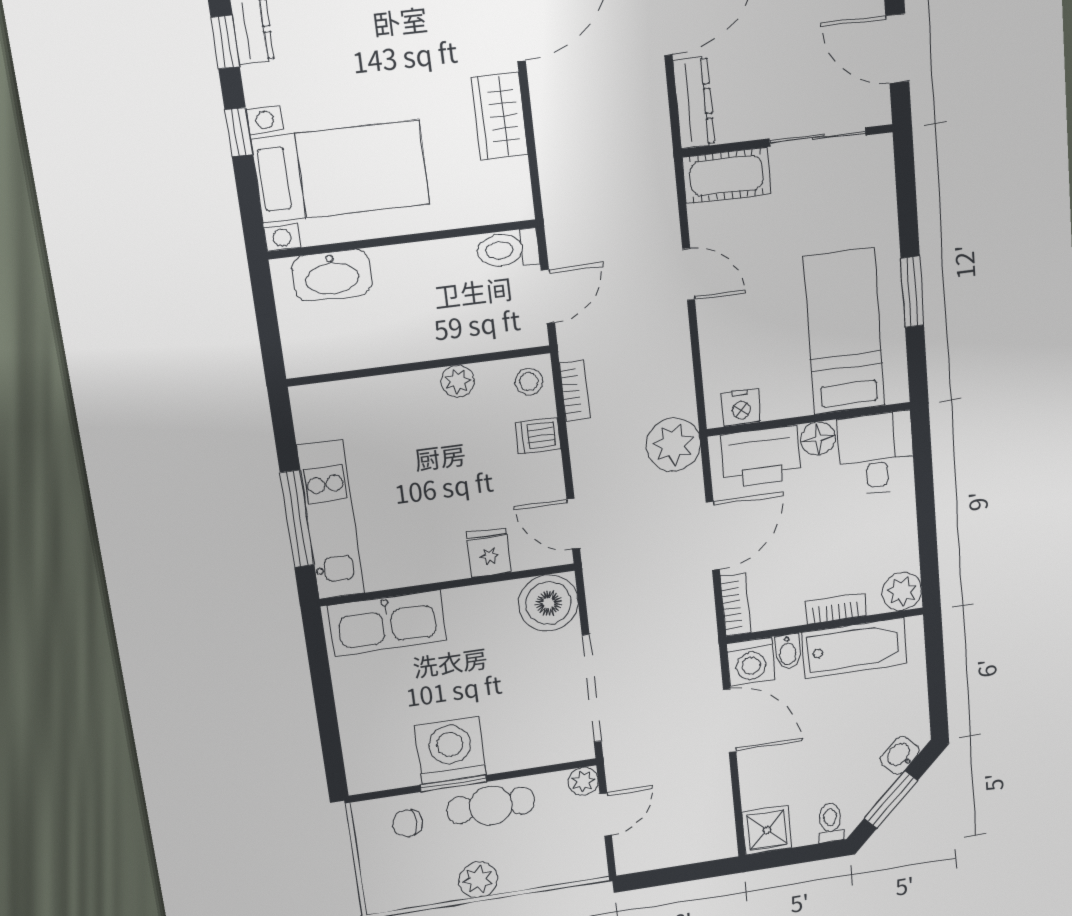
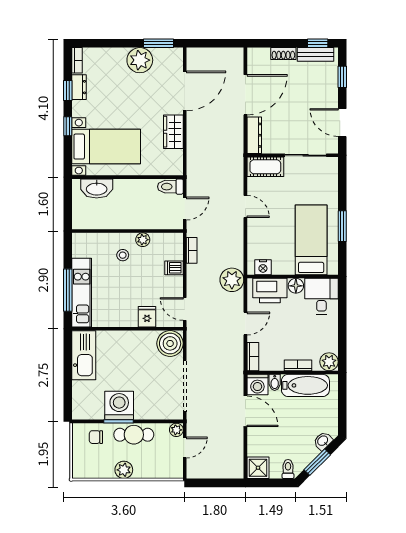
stool: (529, 382) -> (123, 255), moved
door: (713, 536) -> (245, 323), width x0.73
kitchen sink: (387, 623) -> (84, 355), moved, turned -90

